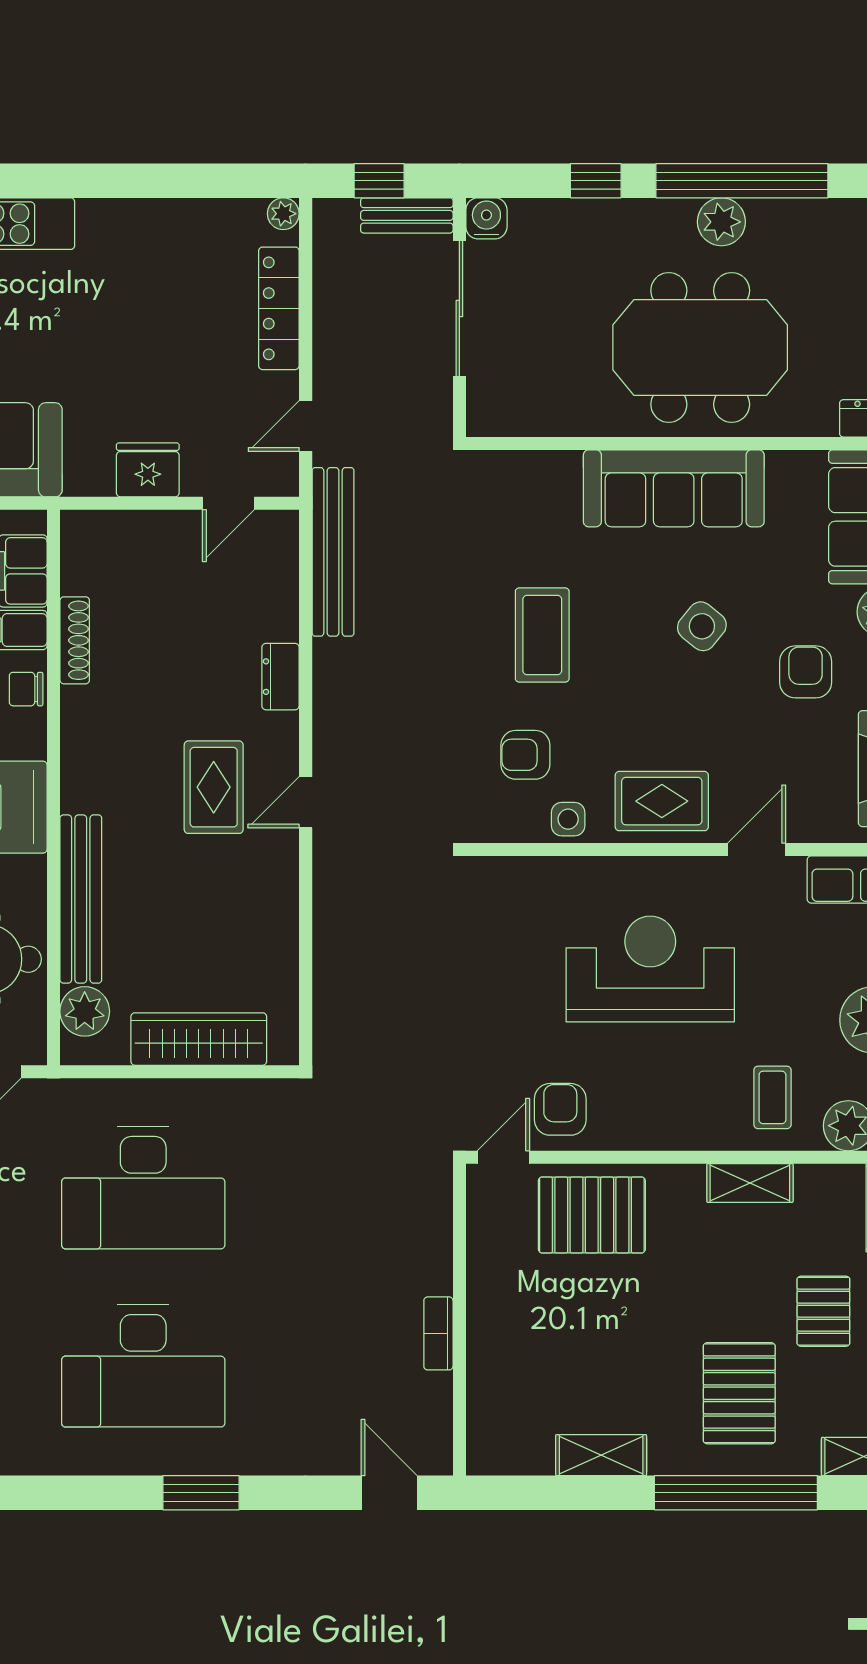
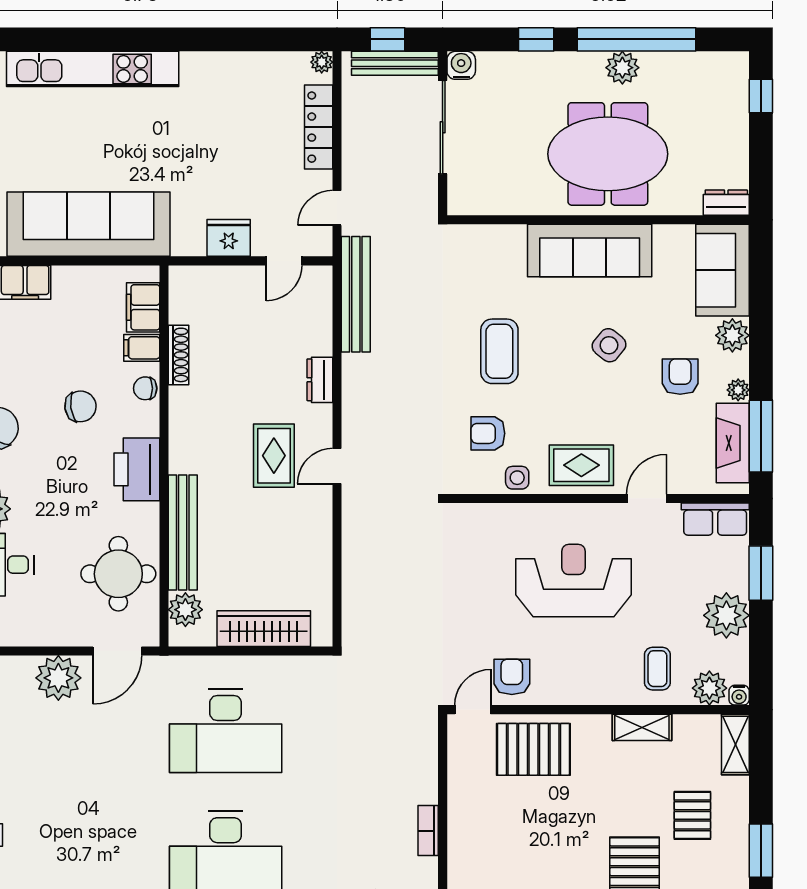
bench: (407, 215) -> (395, 63), width x1.36

